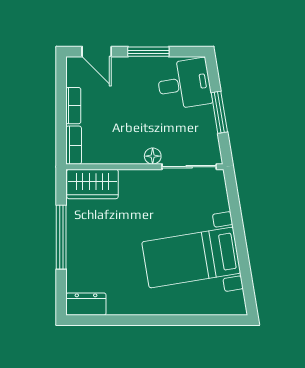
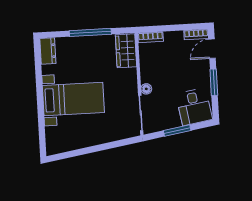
bookcase: (73, 106) -> (196, 34), moved
bed with nightstands: (191, 258) -> (73, 99), moved, turned 99

